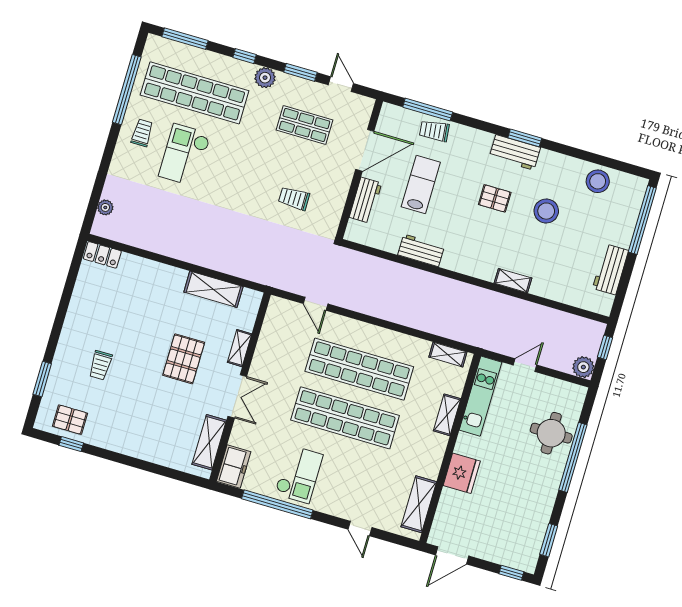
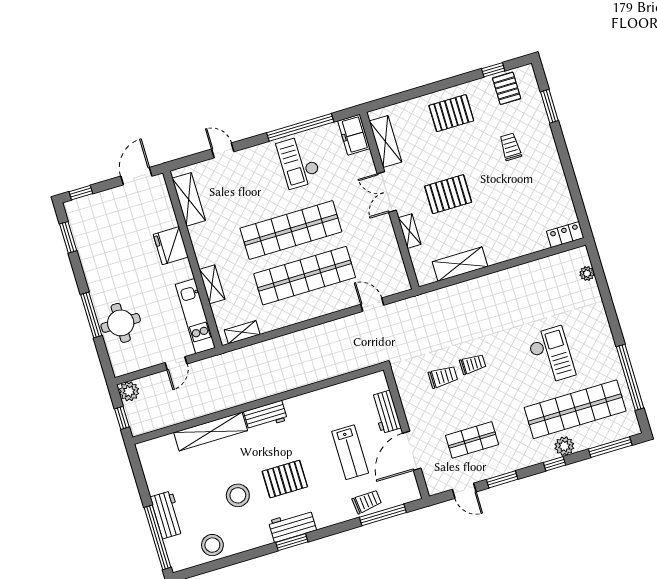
plant: (265, 78) -> (564, 446), moved
trolley: (142, 133) -> (473, 364), moved, turned -90
pallet: (495, 198) -> (285, 479), width x1.50, depth x1.42
workbench: (421, 250) -> (265, 416), moved
workbench: (611, 269) -> (167, 515), moved
shelving: (513, 281) -> (211, 432), width x2.20, depth x1.33
pallet: (184, 359) -> (448, 194), turned 90
pallet: (70, 420) -> (507, 88), turned 90
pallet: (134, 429) -> (451, 113), added
window: (573, 457) -> (91, 315), width x0.68

